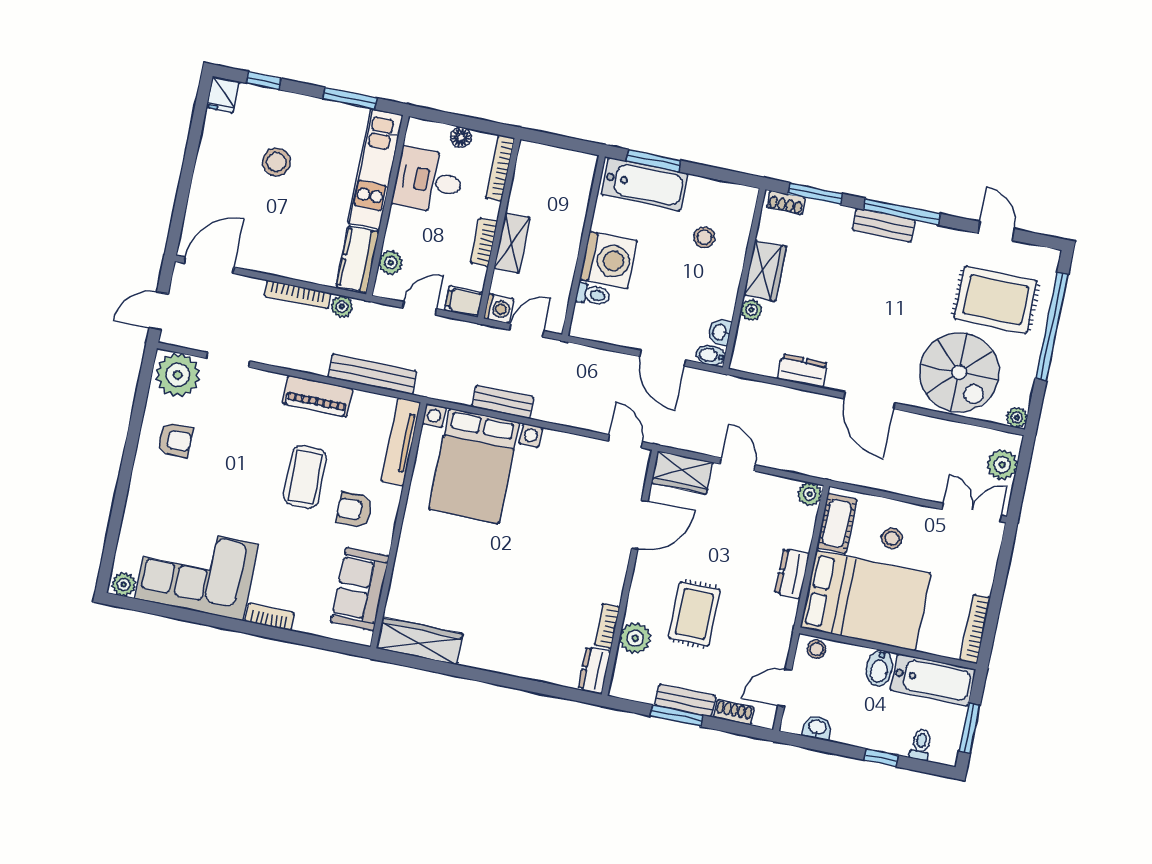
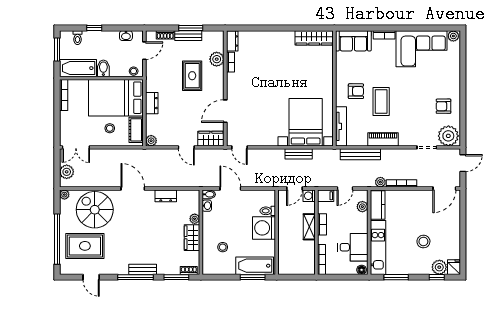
plant: (254, 101) -> (439, 267), added
floor lamp: (461, 137) -> (362, 270), moved
sofa: (360, 589) -> (353, 41), moved, turned 90

